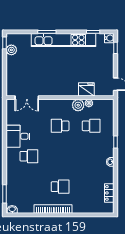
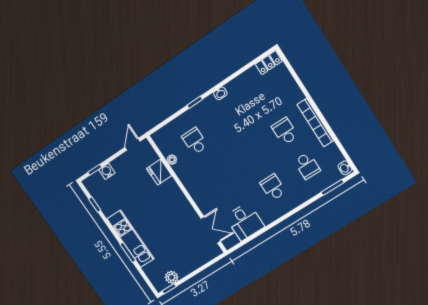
water cooler: (109, 38) -> (107, 171), moved
kitchen unit: (64, 40) -> (131, 239), width x0.73
plant: (78, 105) -> (182, 170), removed
school desk: (60, 126) -> (307, 166), moved
desk: (18, 136) -> (245, 222), moved
locker: (109, 193) -> (269, 63), moved

